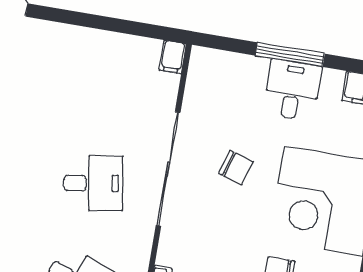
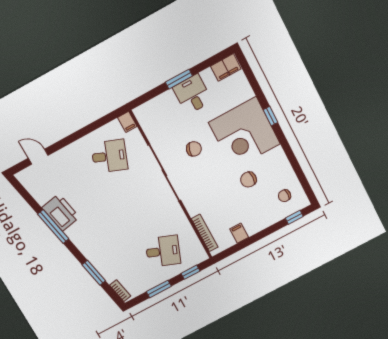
window: (290, 55) -> (179, 79), width x0.69
desk: (93, 183) -> (109, 156), moved, turned 30

